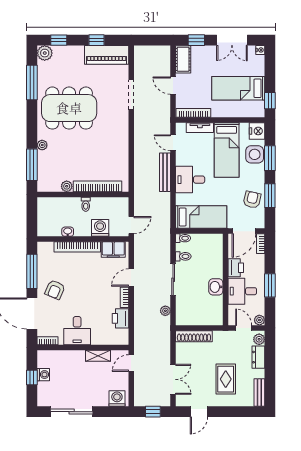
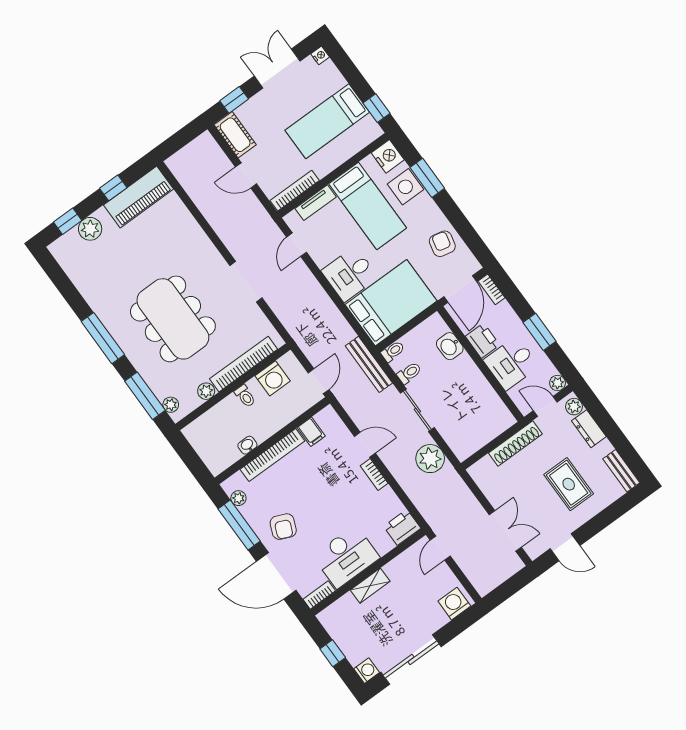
double door: (232, 40) -> (277, 68), swing flipped
plant: (45, 53) -> (90, 229), moved
window: (32, 83) -> (103, 338), moved
doorway: (131, 95) -> (246, 282), moved
dining table: (69, 108) -> (173, 319), moved, turned 90
door: (173, 143) -> (297, 245), hinge flipped
plant: (42, 145) -> (171, 405), moved
bench: (165, 172) -> (369, 364), moved
window: (270, 196) -> (460, 223), removed
bed: (201, 217) -> (391, 303), width x1.50
washing machine: (100, 228) -> (273, 378), moved, turned 180
filing cabinet: (113, 250) -> (311, 432), width x0.50
plant: (42, 257) -> (238, 498), added
door: (131, 278) -> (365, 445), swing flipped
washbasin: (216, 287) -> (450, 346), moved
plant: (165, 311) -> (430, 459), width x1.88, depth x1.88
printer: (121, 318) -> (402, 527), moved, turned 90
desk: (77, 331) -> (346, 557), width x1.37
shoe rack: (194, 336) -> (515, 444), moved
shelving: (98, 356) -> (370, 586), moved
washing machine: (43, 375) -> (367, 671), moved
window: (153, 412) -> (509, 588), removed
door: (199, 412) -> (565, 547), hinge flipped

